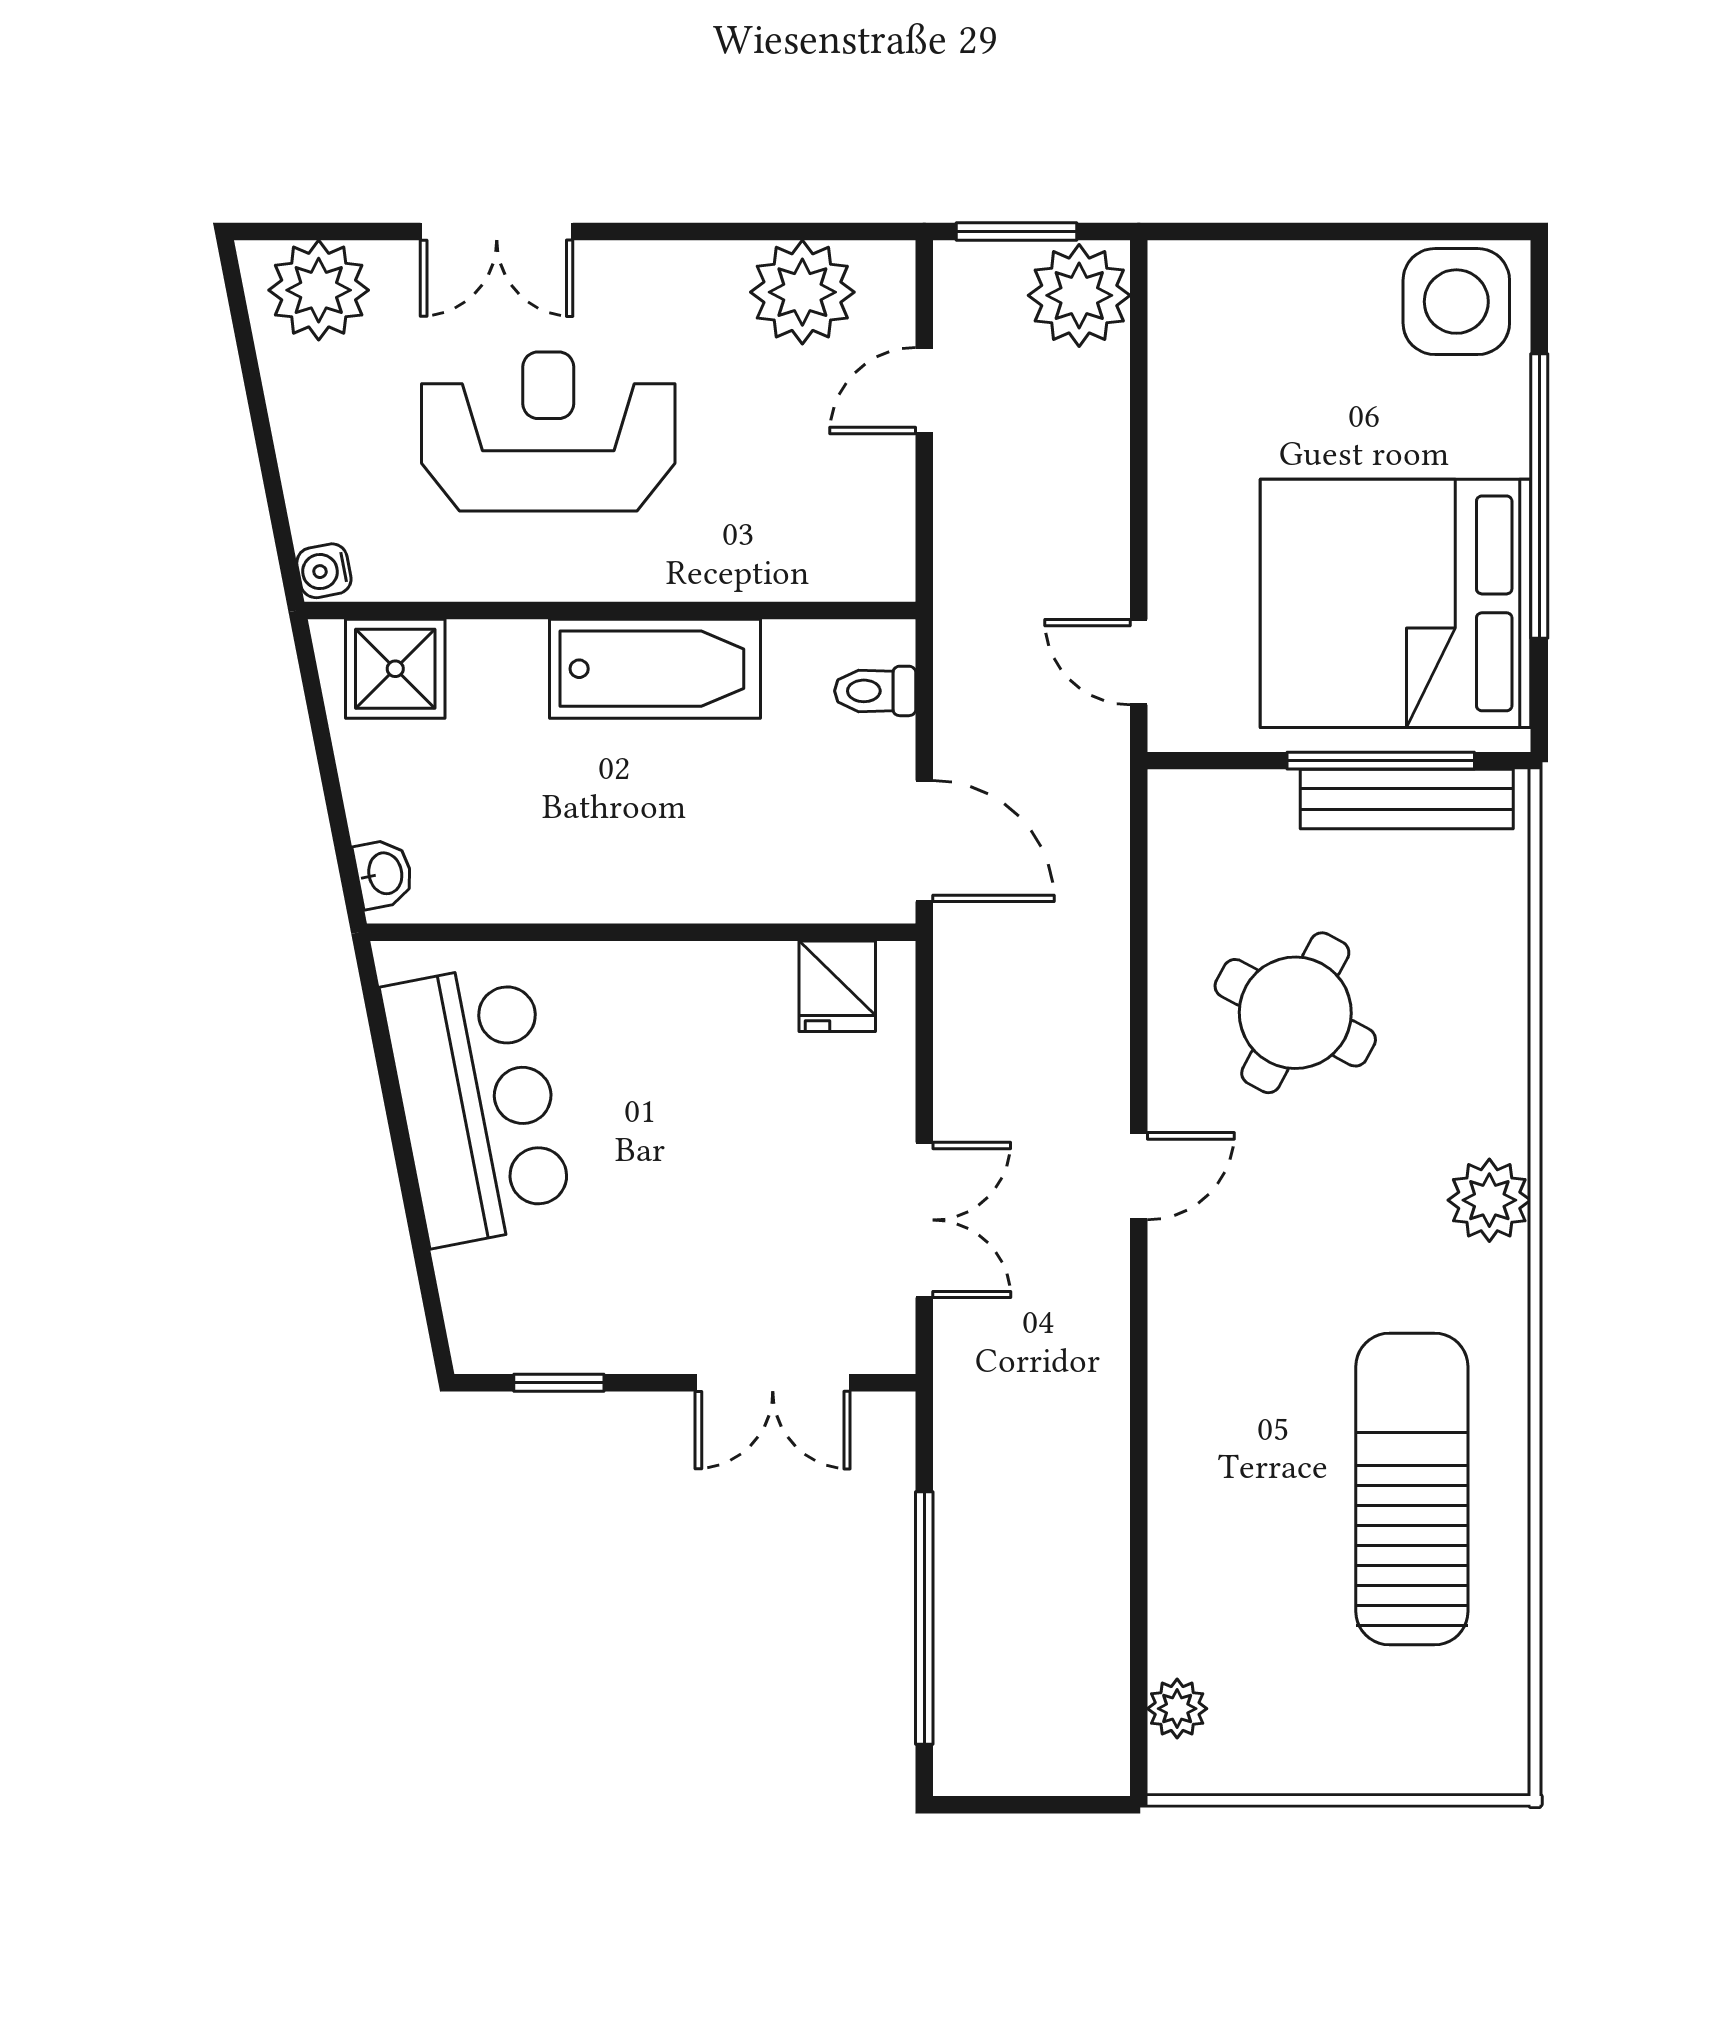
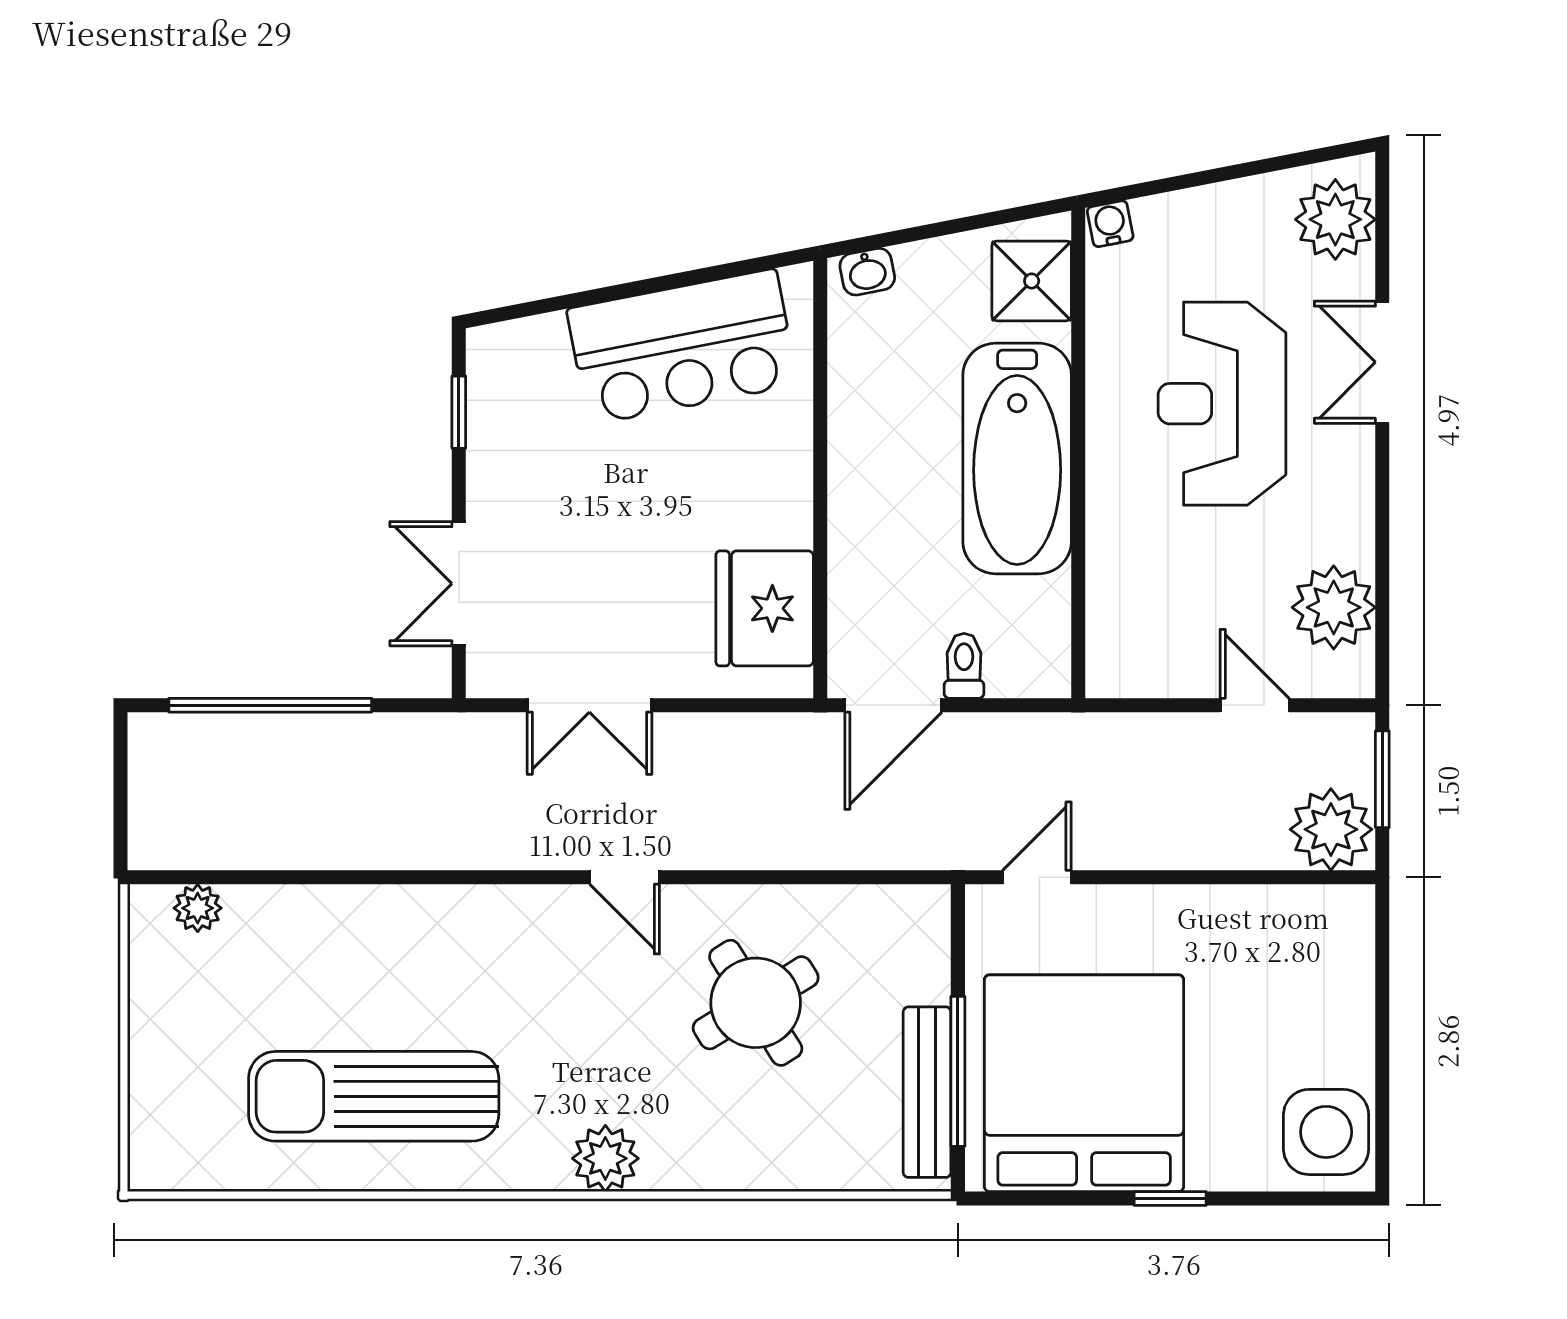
reception desk: (548, 431) -> (1222, 404), turned 180
window: (1539, 496) -> (1170, 1199), width x0.32
bathtub: (655, 669) -> (1017, 458), width x1.36, depth x1.36
toilet: (875, 691) -> (964, 666), moved
fridge: (837, 986) -> (765, 608), width x1.88, depth x1.34
round table: (1295, 1013) -> (756, 1003), turned 30
sun lounger: (1412, 1489) -> (374, 1096), turned 180

